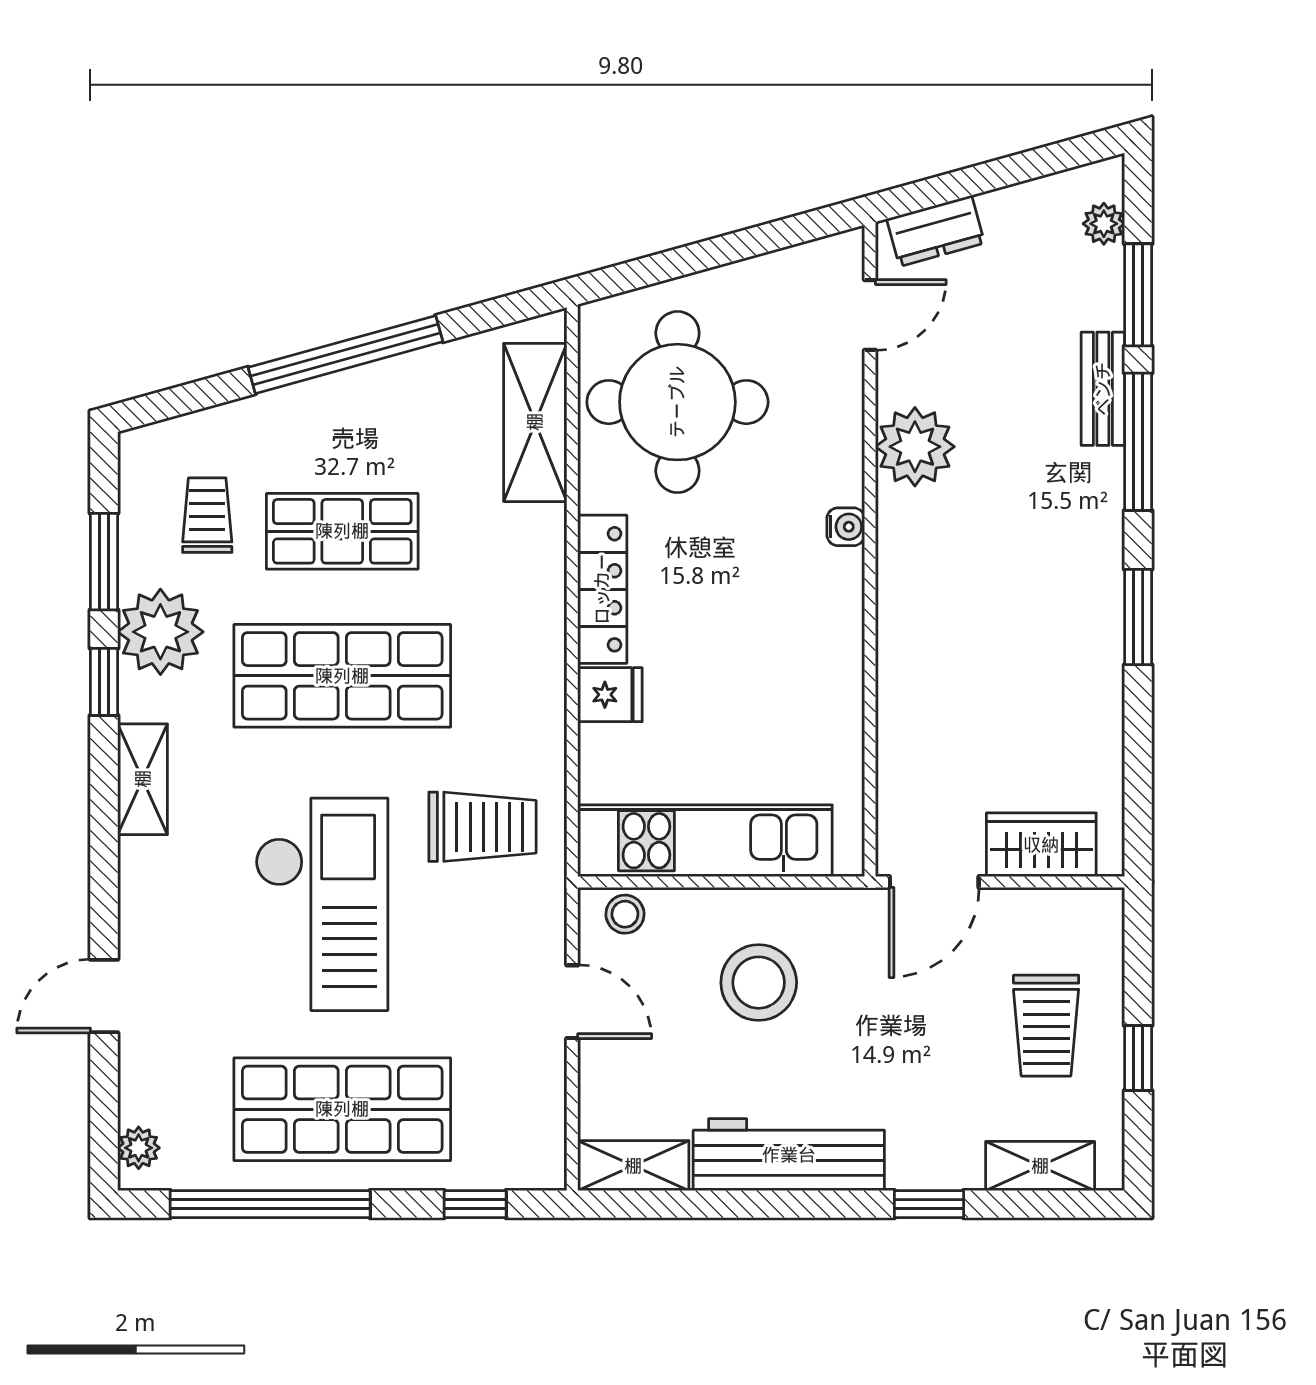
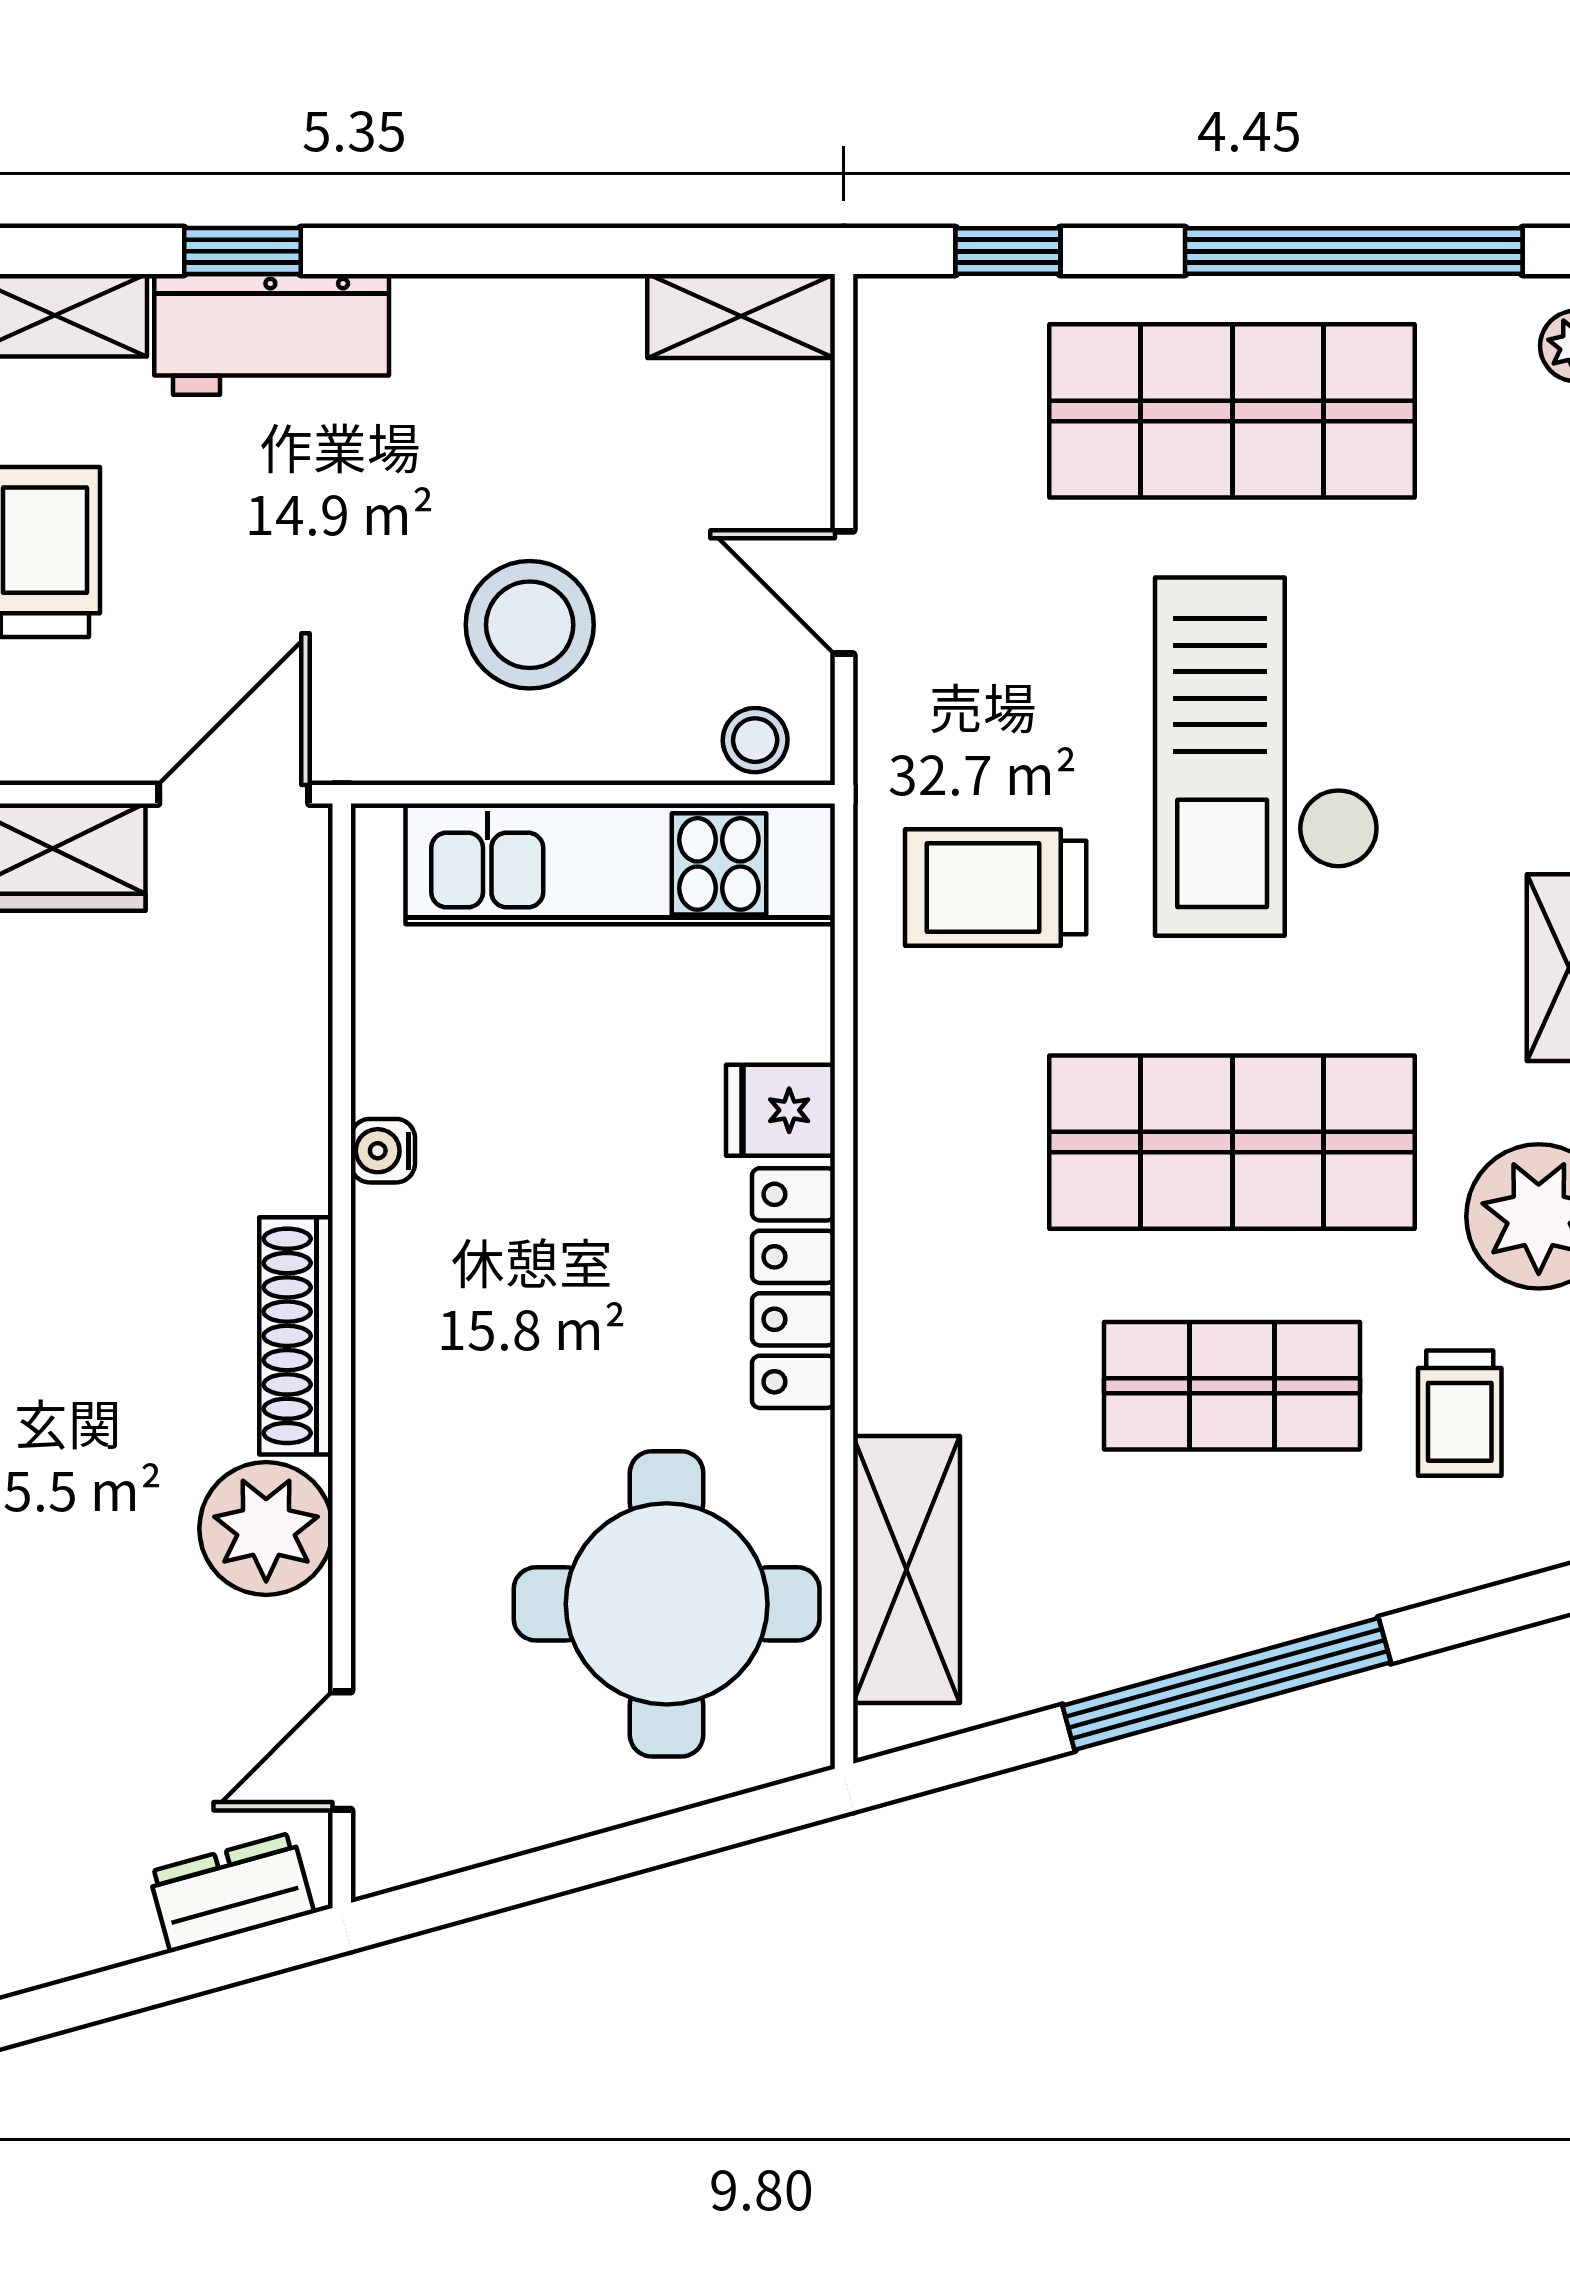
water cooler: (846, 527) -> (383, 1151), moved
shoe rack: (897, 561) -> (296, 1336), added
workbench: (789, 1155) -> (272, 334), moved, width x0.73

